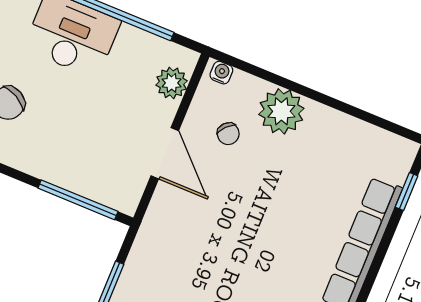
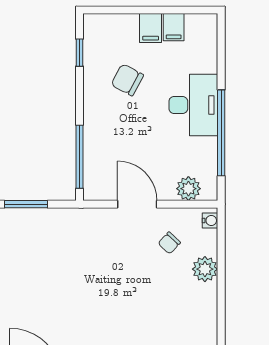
plant: (281, 111) -> (205, 269), width x0.73, depth x0.73
door: (165, 153) -> (137, 204), swing flipped

